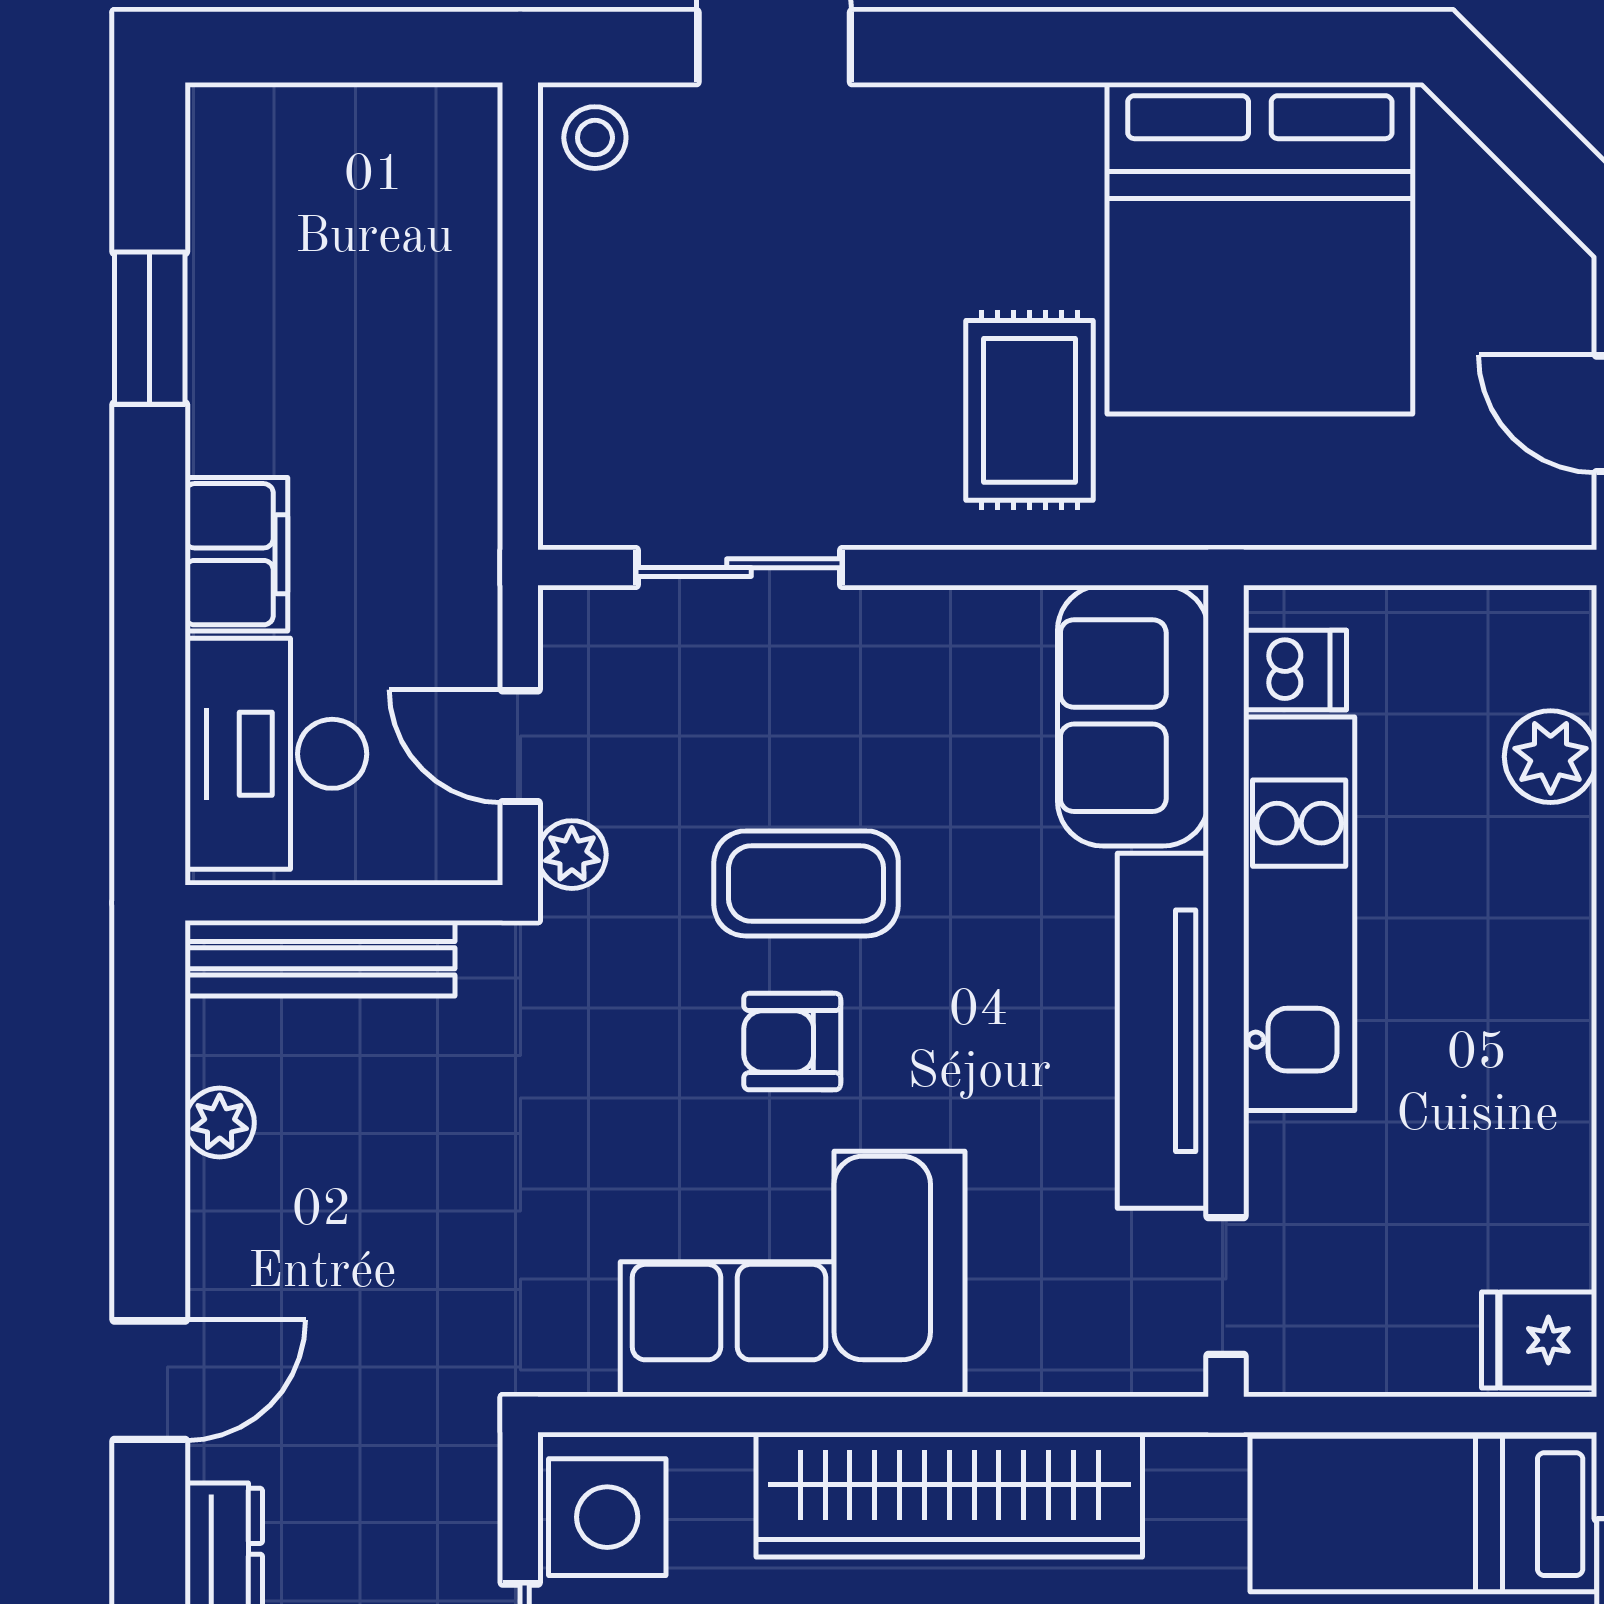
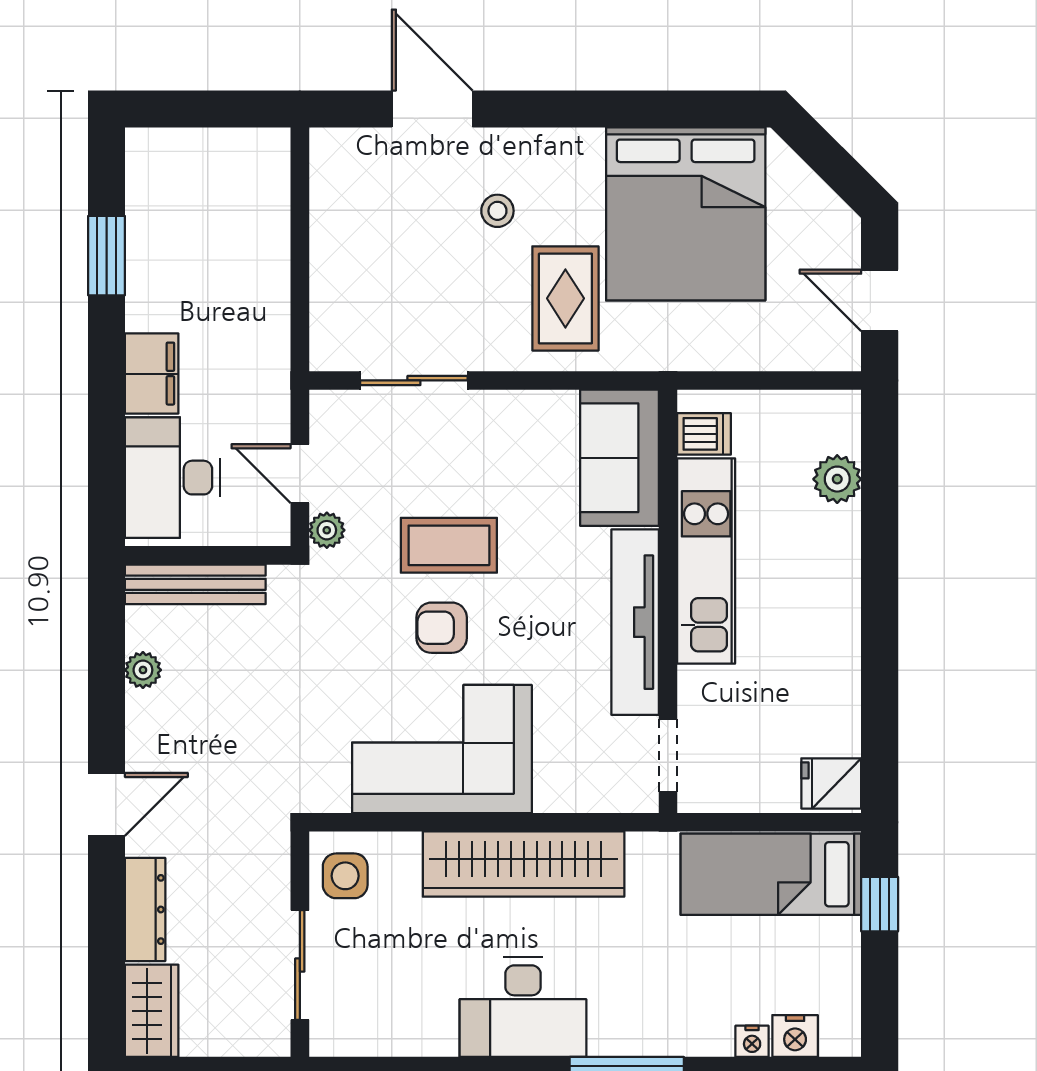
stool: (595, 138) -> (497, 211), moved
side table: (607, 1517) -> (345, 876), width x0.73, depth x0.73

